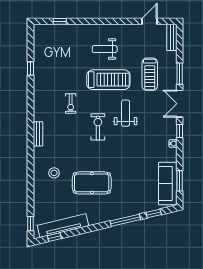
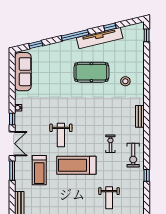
weight bench: (105, 49) -> (109, 198), moved, turned 90
treadmill: (150, 74) -> (39, 170), turned 180
exercise bike: (98, 127) -> (133, 155), moved
window: (180, 181) -> (12, 74), removed
window: (125, 220) -> (75, 35), moved
tv unit: (63, 226) -> (100, 38), moved
window: (54, 237) -> (110, 27), moved

